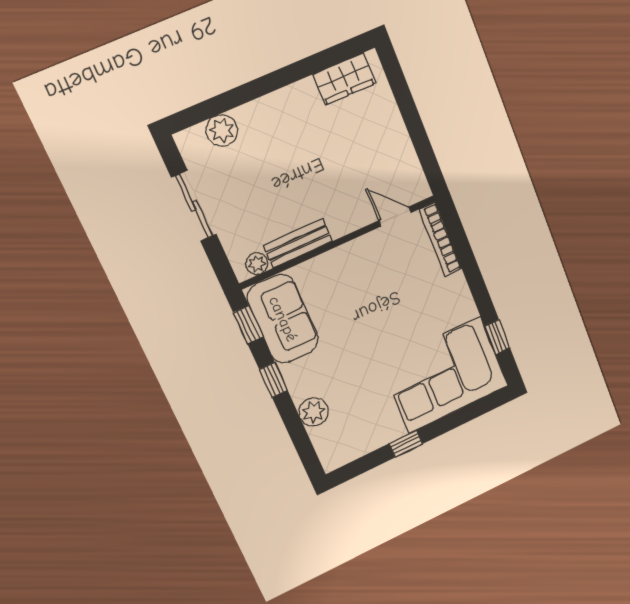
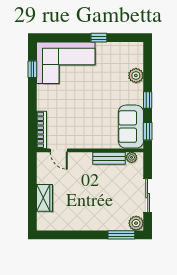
wardrobe: (344, 79) -> (45, 198), moved, turned 90
window: (211, 108) -> (121, 235), added
plant: (222, 130) -> (136, 223), moved

